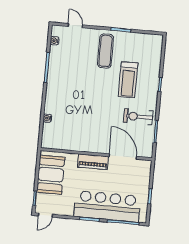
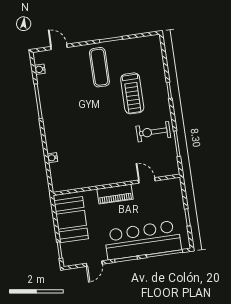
door: (123, 157) -> (147, 180), width x0.53
door: (45, 215) -> (94, 264), moved

